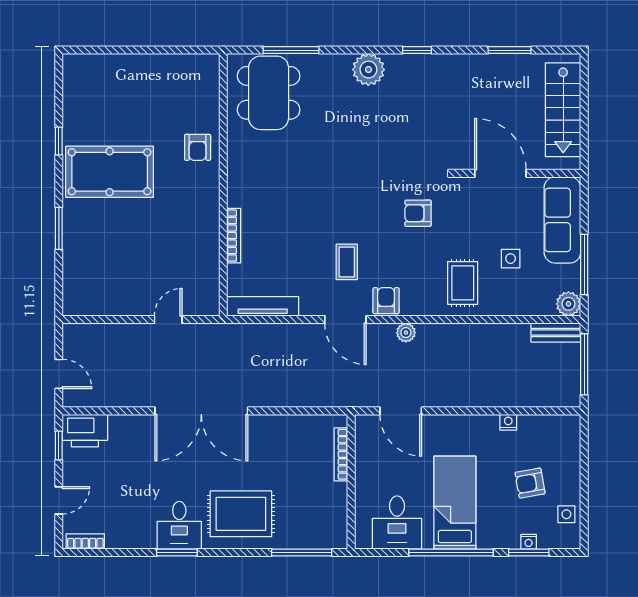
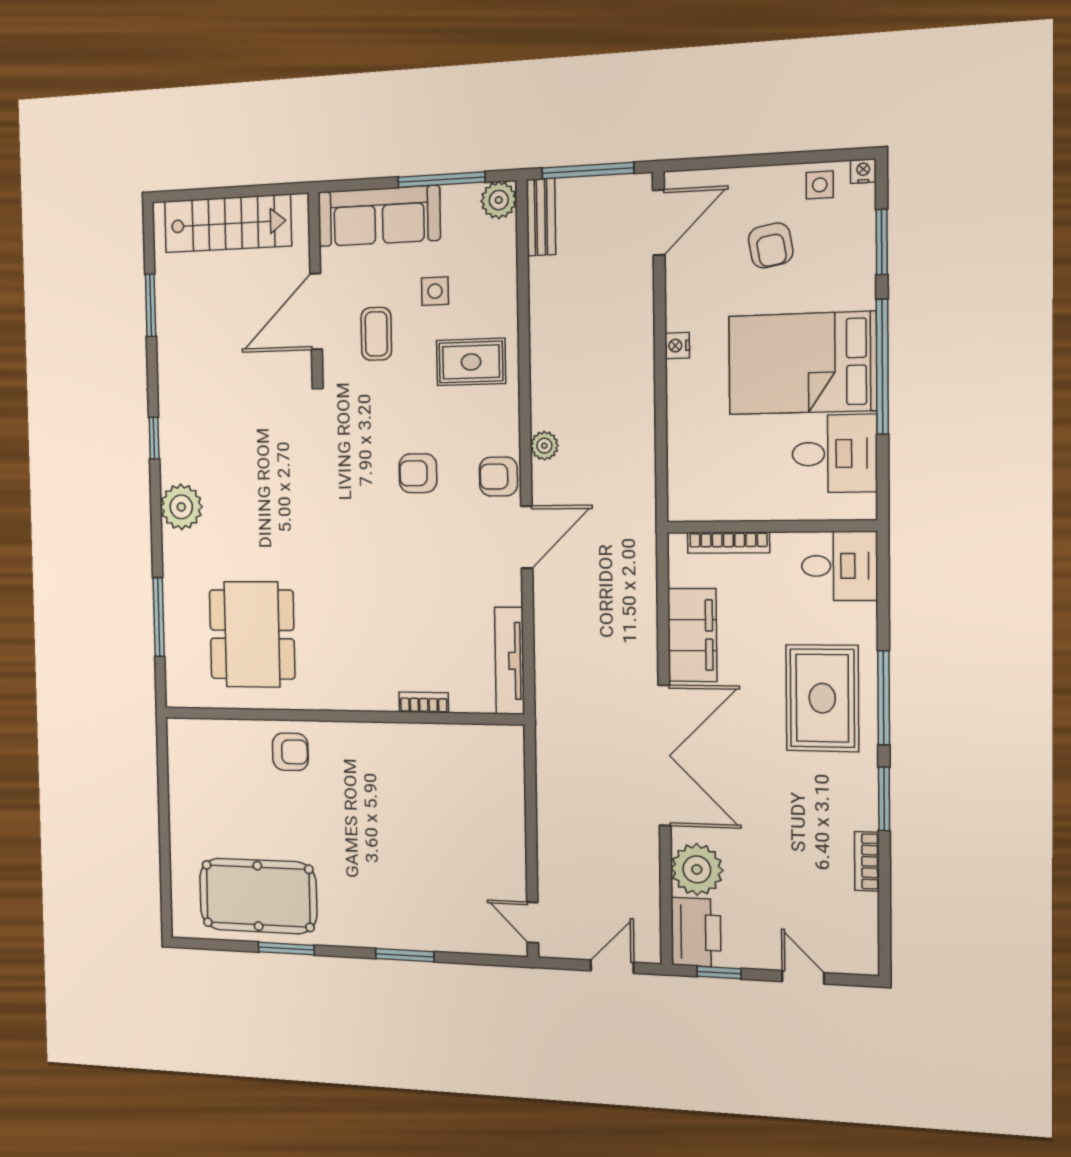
dining table: (269, 93) -> (252, 634), moved, turned 90
window: (59, 141) -> (286, 949), width x1.50
pool table: (110, 172) -> (258, 896), moved, turned 90
armchair: (418, 213) -> (418, 473), moved, turned 90
bookcase: (234, 236) -> (424, 702), width x0.64
coffee table: (347, 262) -> (376, 334), moved, turned 90
door: (168, 320) -> (533, 922), moved
door: (401, 411) -> (659, 223), moved
nightstand: (508, 422) -> (677, 346), moved
filing cabinet: (281, 430) -> (692, 635), added
plant: (127, 432) -> (697, 869), added
bed: (455, 503) -> (802, 363), width x1.50
desk: (179, 525) -> (840, 566), moved
bookcase: (85, 541) -> (867, 861), moved
nightstand: (529, 542) -> (863, 171), moved, turned -90
window: (302, 553) -> (884, 698), moved

